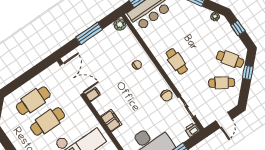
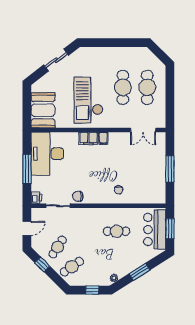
plant: (120, 25) -> (160, 198), removed
cafe table: (177, 62) -> (117, 231), moved
window: (248, 72) -> (42, 264), moved
double door: (72, 79) -> (143, 130), width x0.73
filing cabinet: (93, 94) -> (103, 138), moved
door: (224, 120) -> (27, 228), swing flipped

